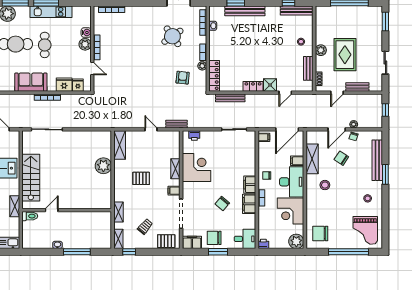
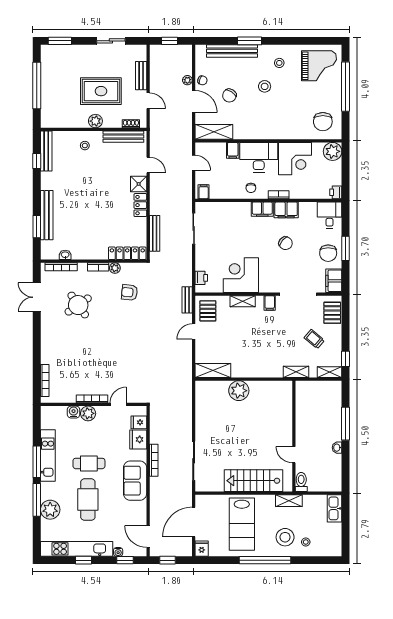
bench: (308, 68) -> (123, 137), width x1.36
door: (287, 129) -> (194, 163), width x0.53
shelving: (312, 159) -> (214, 132), moved
pallet: (141, 178) -> (208, 311), moved
stool: (325, 185) -> (265, 86), moved

